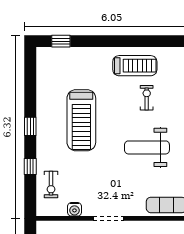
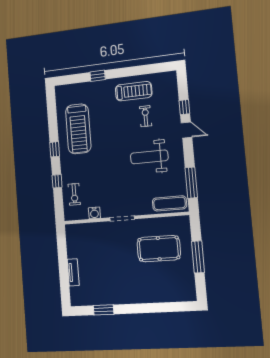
window: (61, 41) -> (98, 76), moved
treadmill: (81, 120) -> (78, 129), moved

